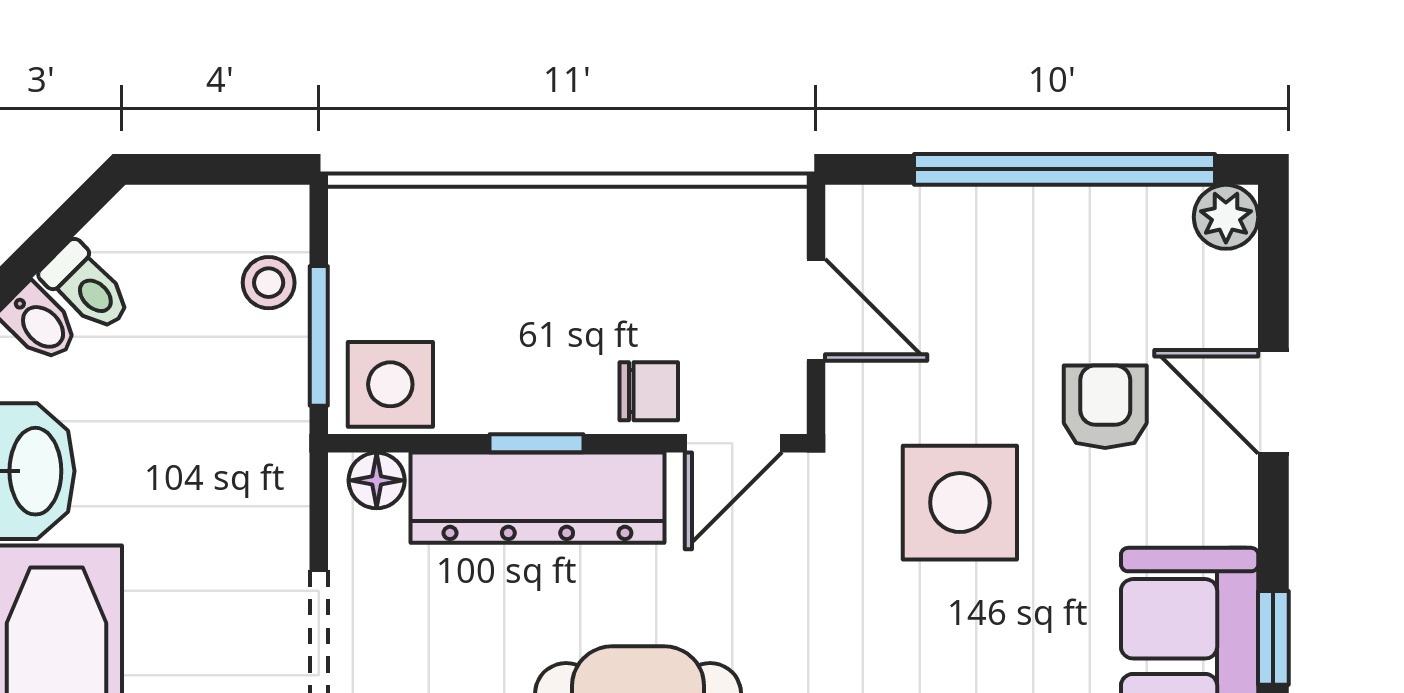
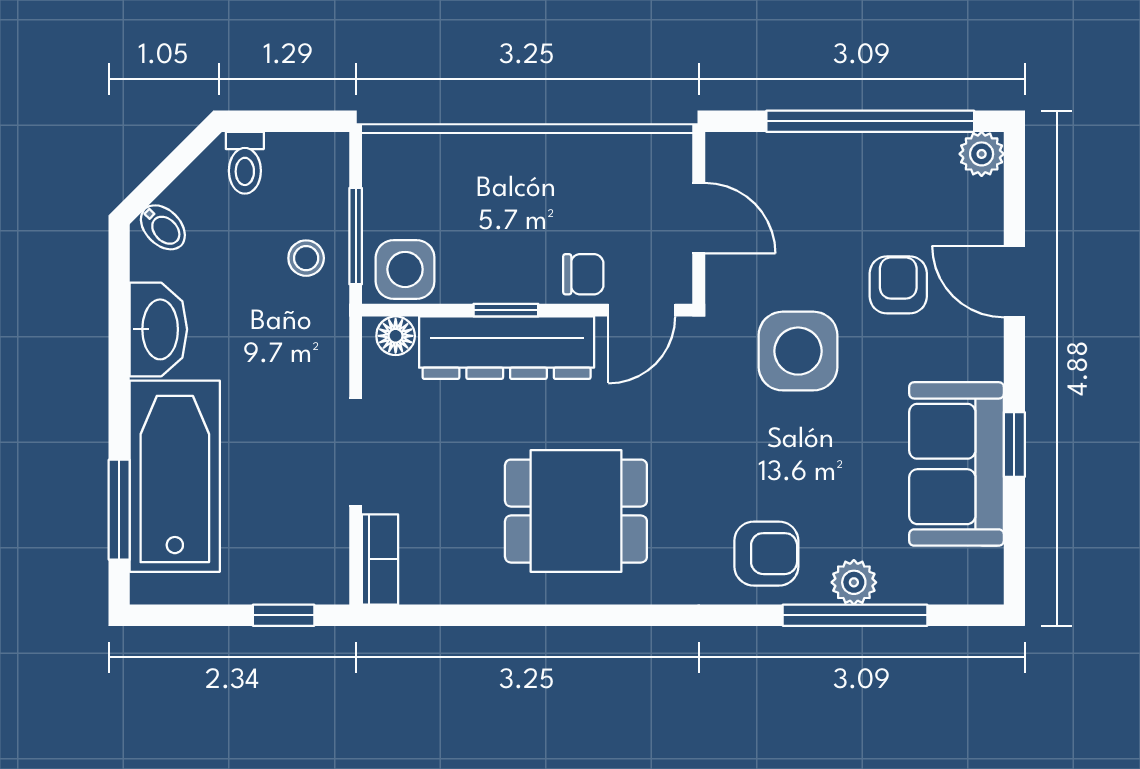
stool: (269, 283) -> (306, 258), moved
toilet: (87, 287) -> (245, 163), moved, turned 45

